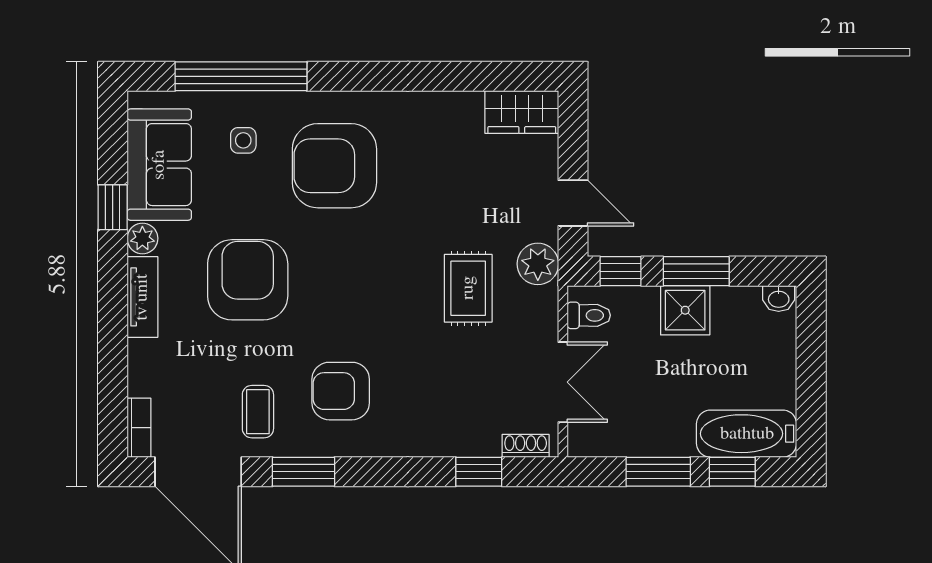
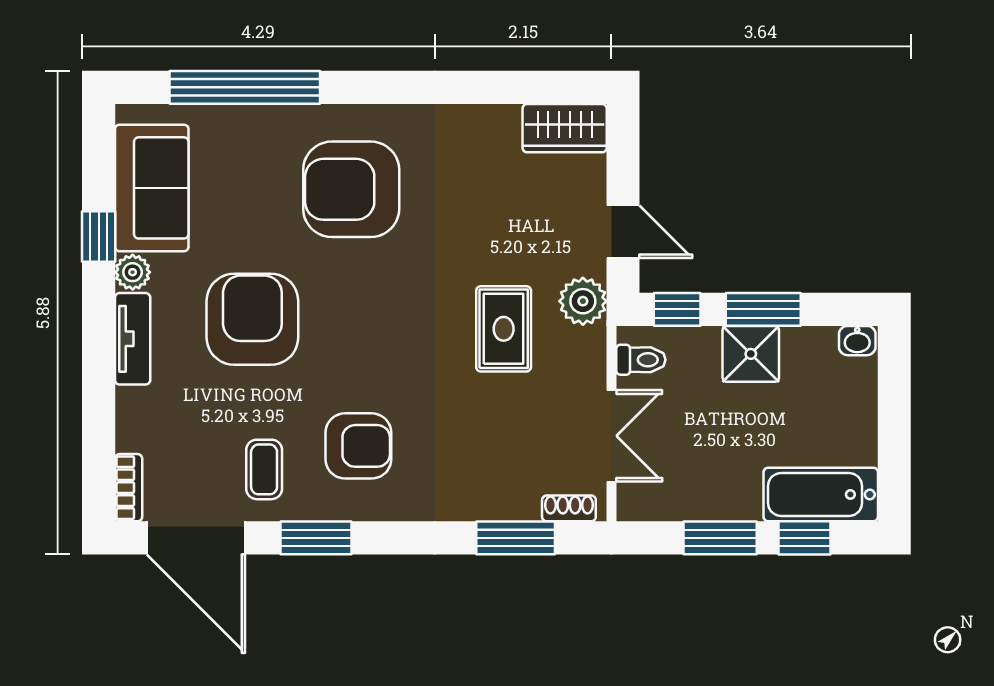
side table: (243, 140) -> (247, 160), removed
armchair: (341, 391) -> (358, 446), turned 180
window: (479, 472) -> (516, 538), width x1.50

